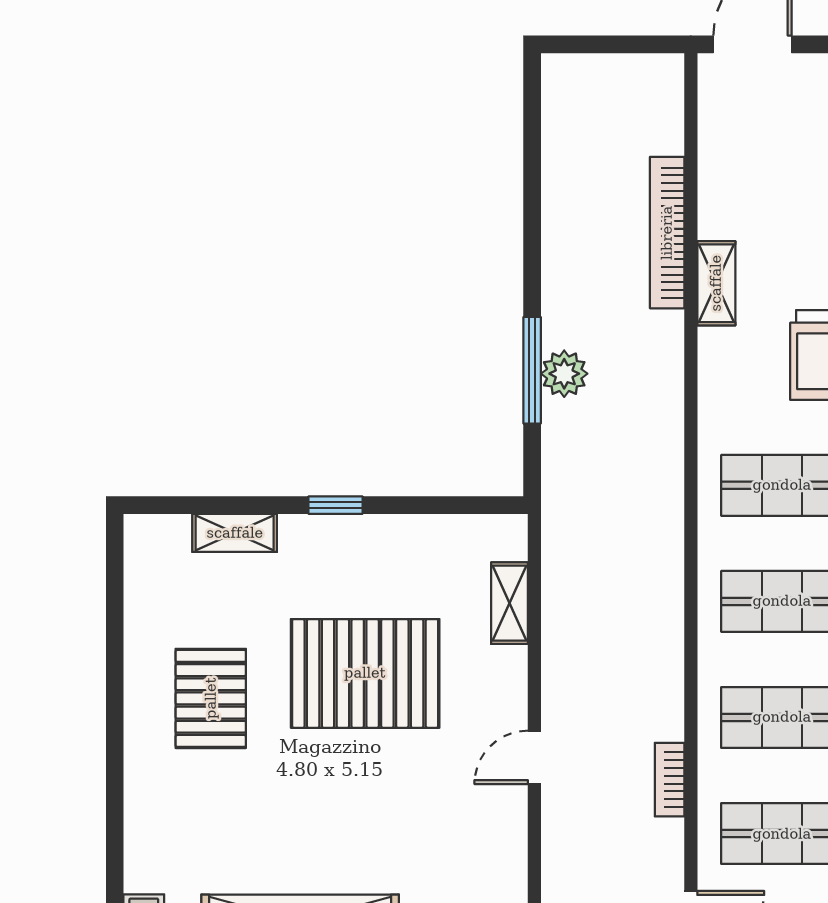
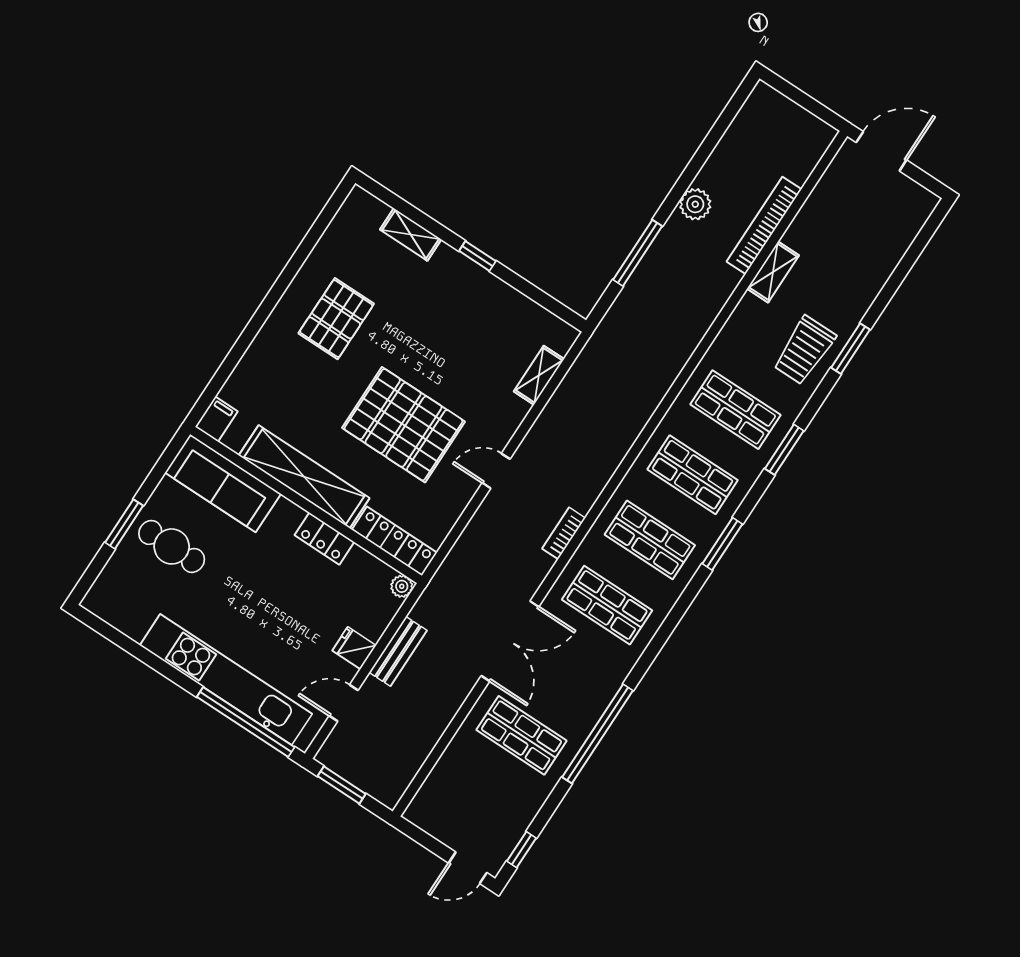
plant: (564, 374) -> (695, 204), moved
pallet: (365, 673) -> (403, 425), moved

